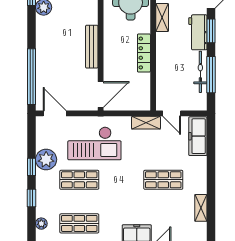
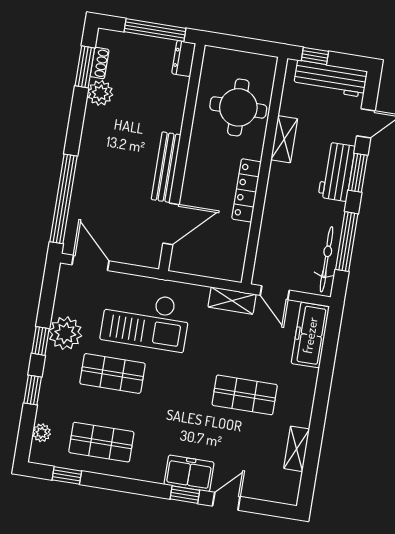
bicycle: (200, 72) -> (326, 259), moved
door: (101, 94) -> (171, 224), moved

